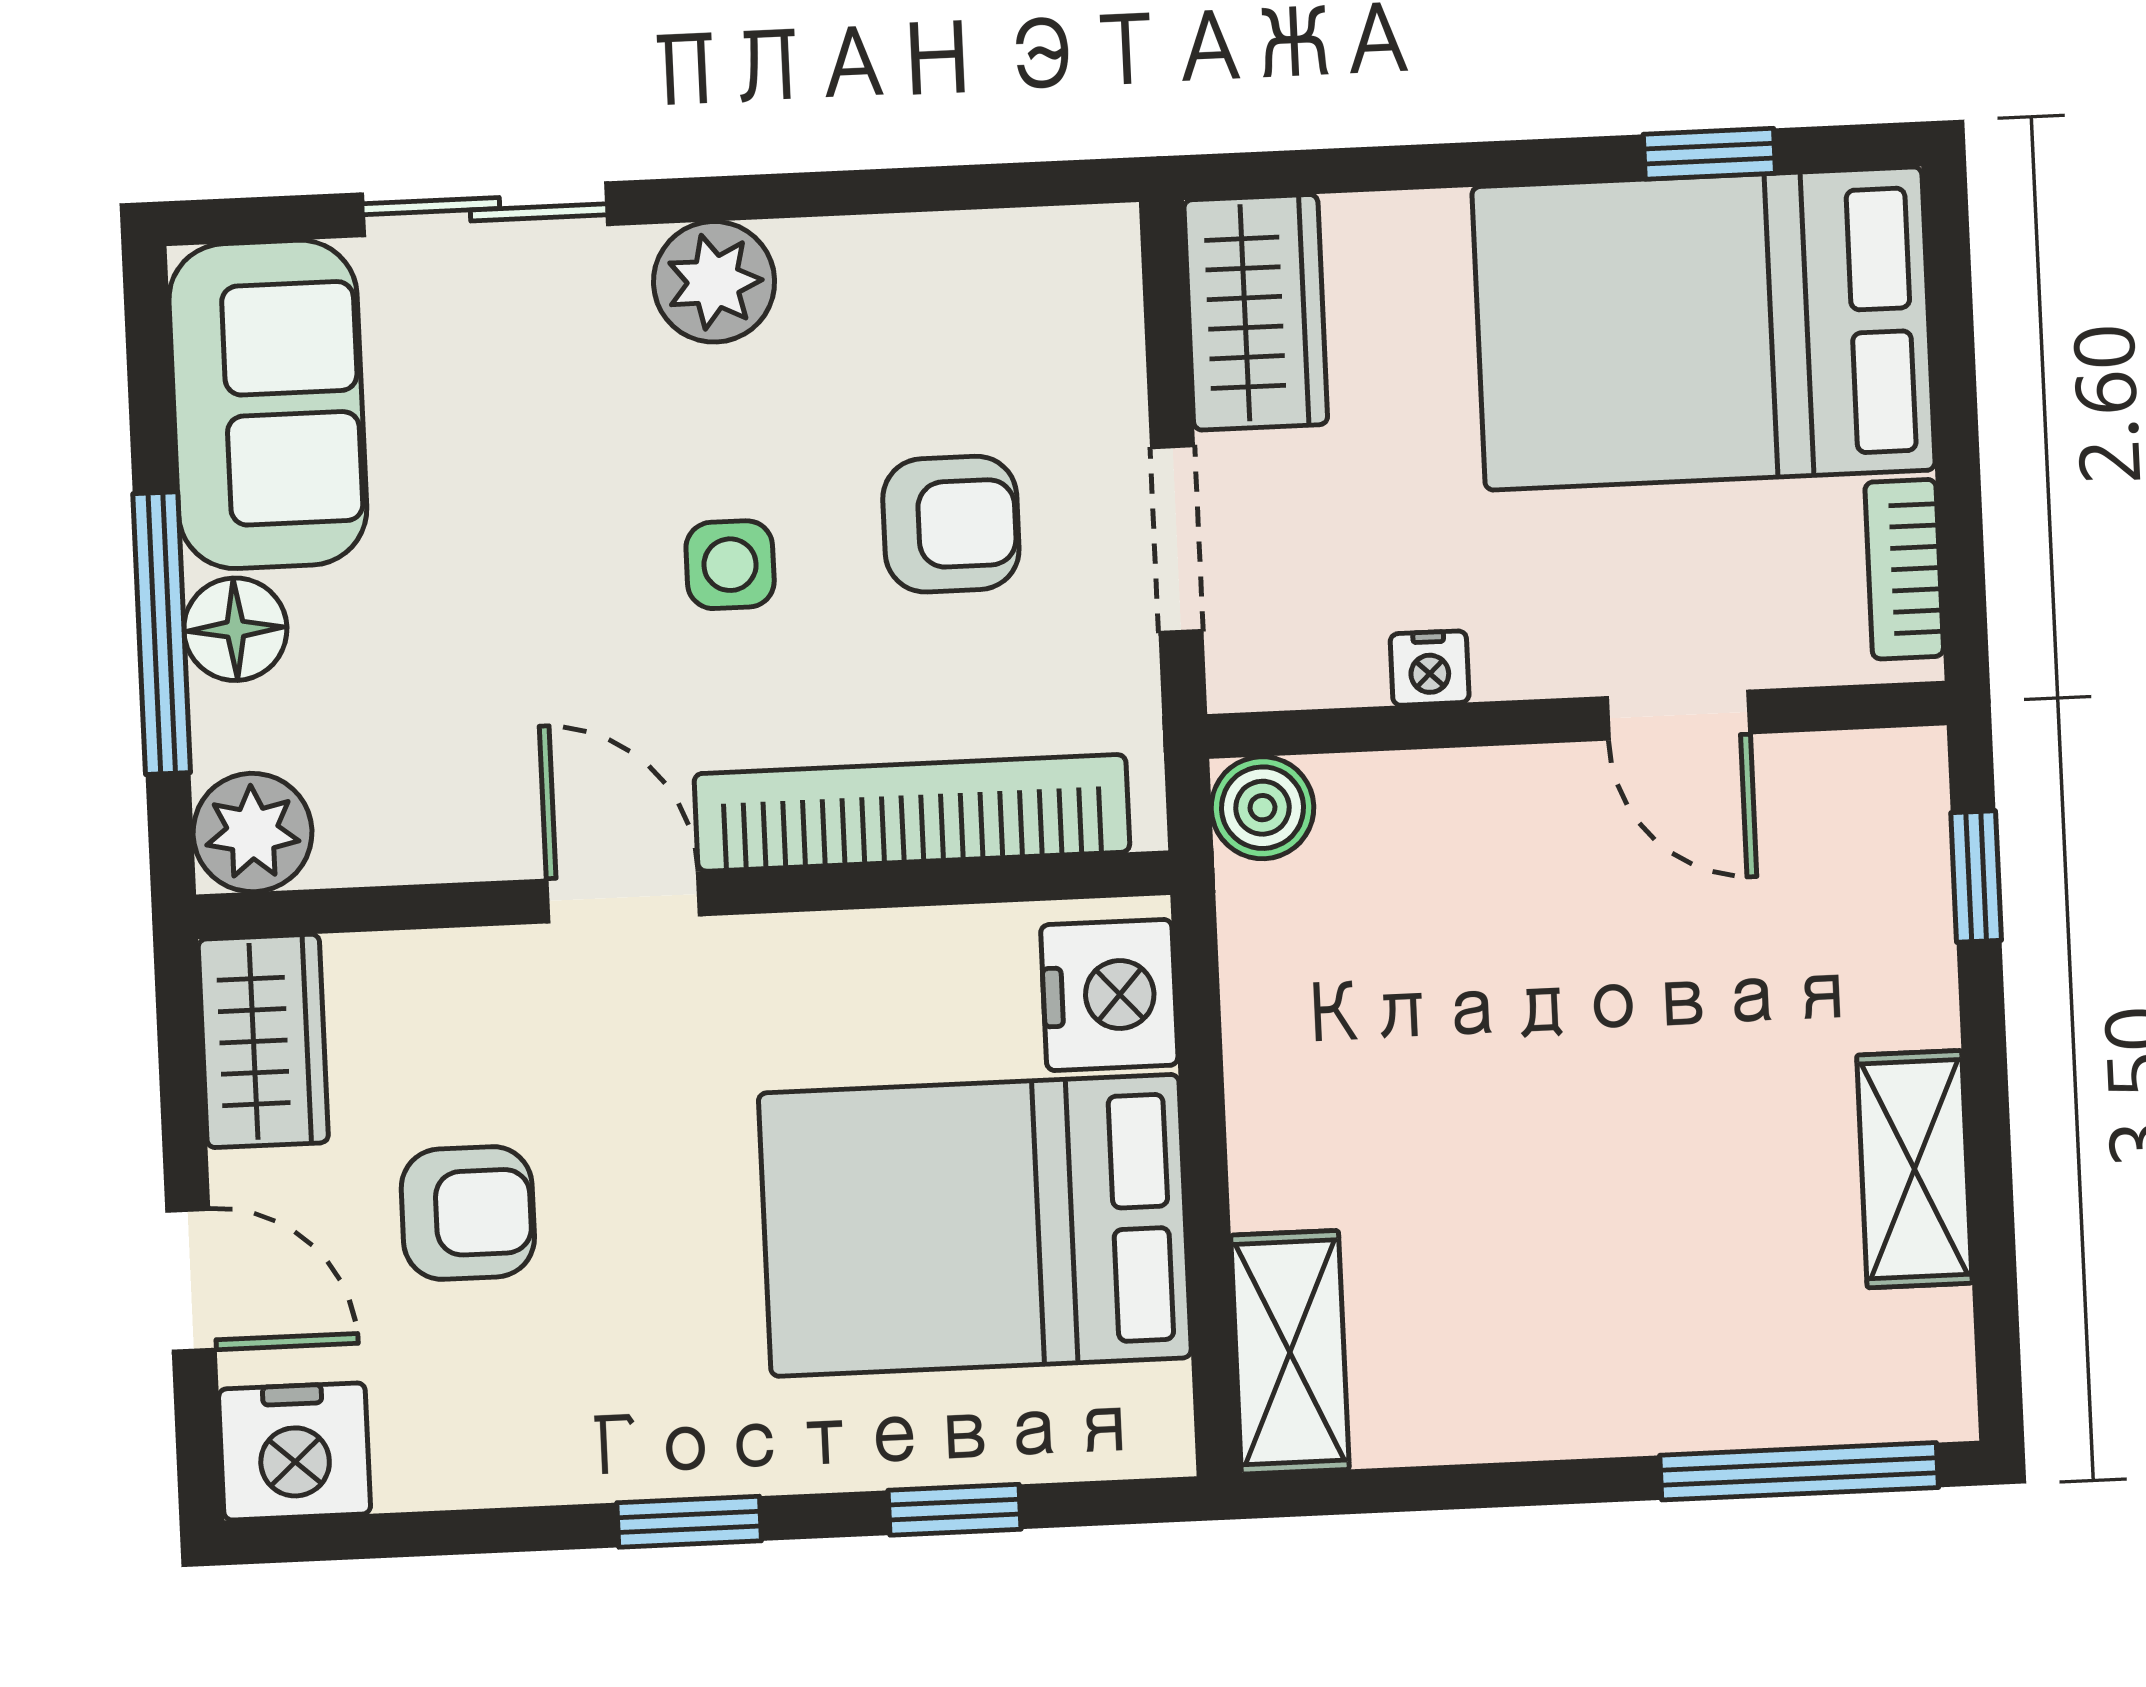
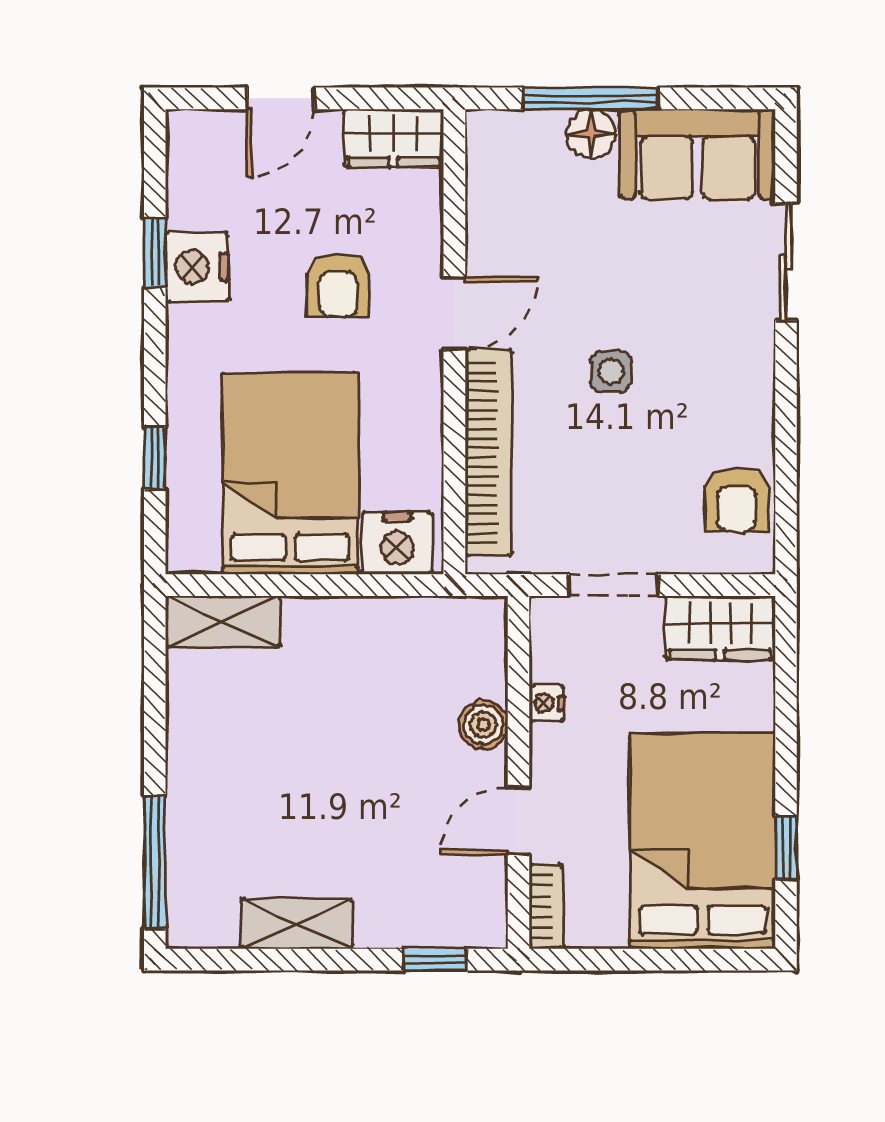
plant: (714, 282) -> (746, 370), removed
armchair: (951, 524) -> (737, 500), moved
bookcase: (1904, 569) -> (546, 907), moved, turned 90
boiler: (1262, 808) -> (483, 725), moved
plant: (252, 833) -> (493, 137), removed
armchair: (468, 1213) -> (338, 285), moved
nightstand: (295, 1451) -> (197, 267), moved
window: (689, 1522) -> (155, 253), moved

